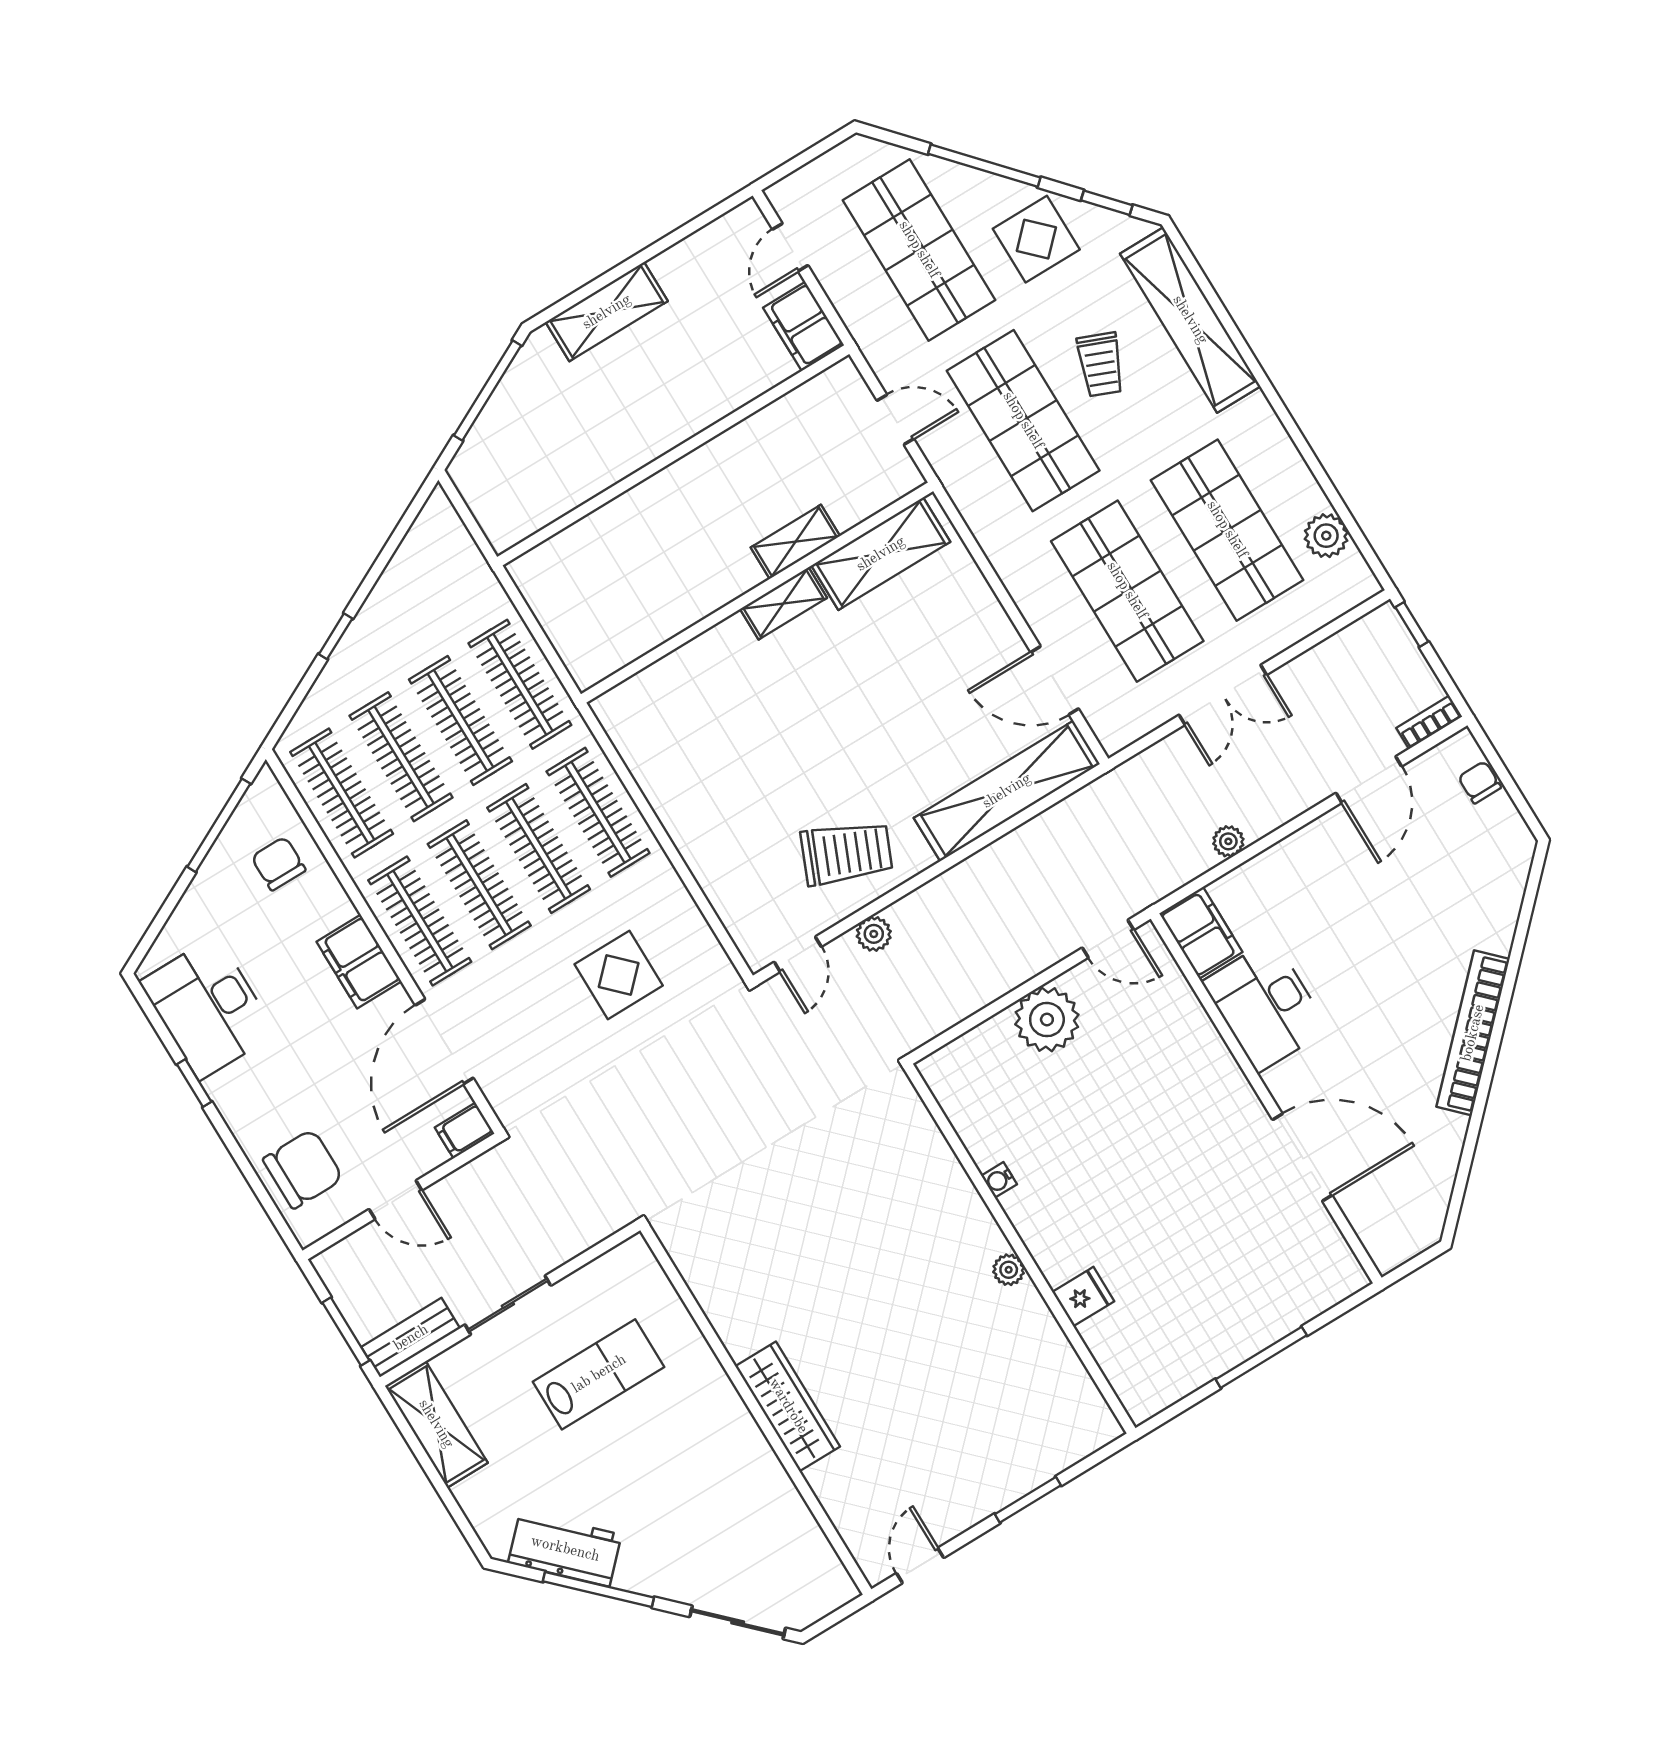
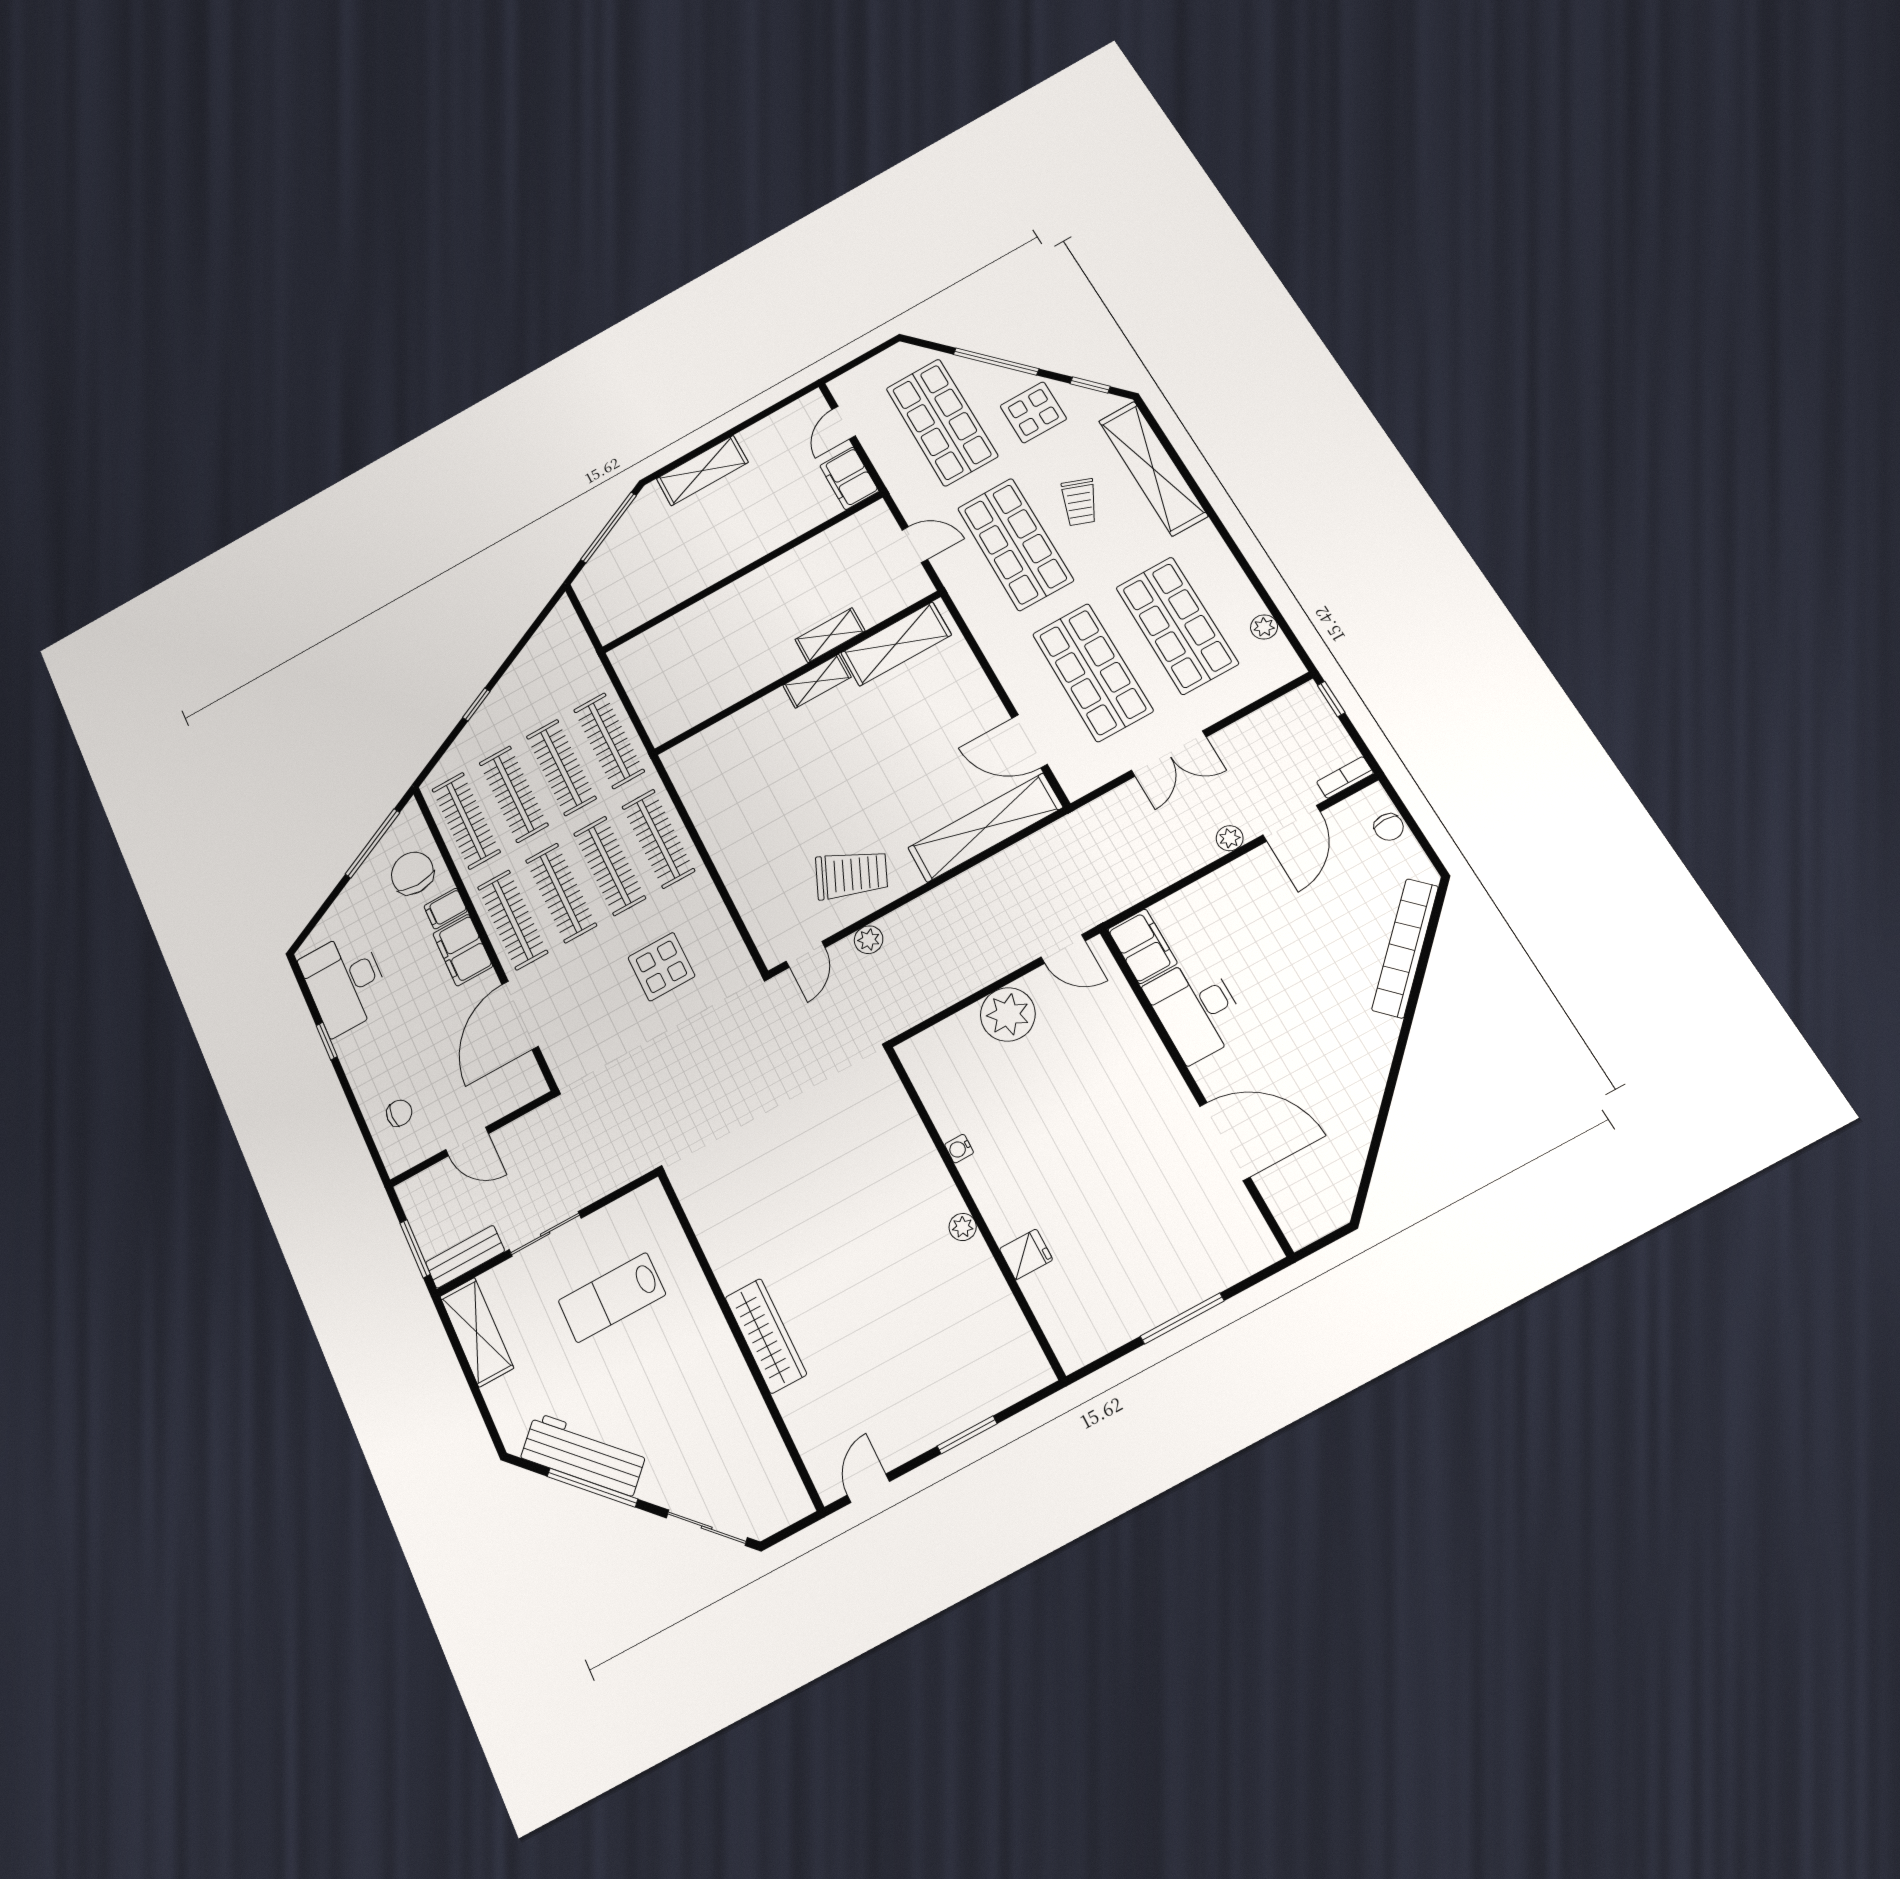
plant: (1326, 536) -> (1264, 627), width x0.73, depth x0.73
chair: (1480, 782) -> (1389, 827), turned 180
plant: (1228, 841) -> (1230, 838), moved
chair: (278, 864) -> (412, 873), width x1.37, depth x1.37
bookcase: (1473, 1033) -> (1405, 948), moved
filing cabinet: (464, 1130) -> (446, 909), moved
chair: (303, 1169) -> (399, 1113), width x0.54, depth x0.54
lab bench: (599, 1374) -> (612, 1298), turned 180
workbench: (565, 1549) -> (584, 1454), width x1.38

